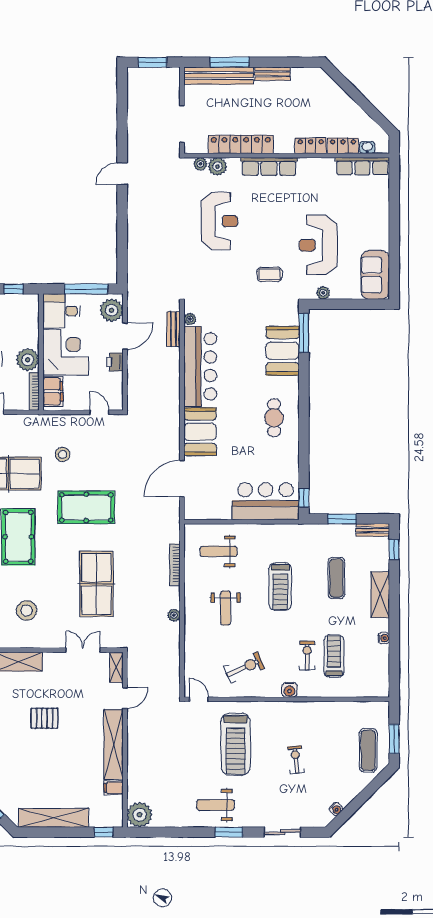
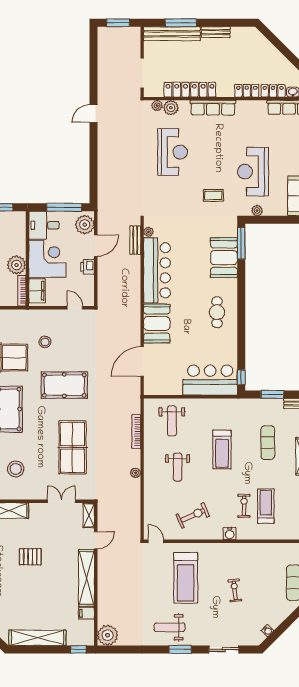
weight bench: (219, 551) -> (172, 421), turned -90

